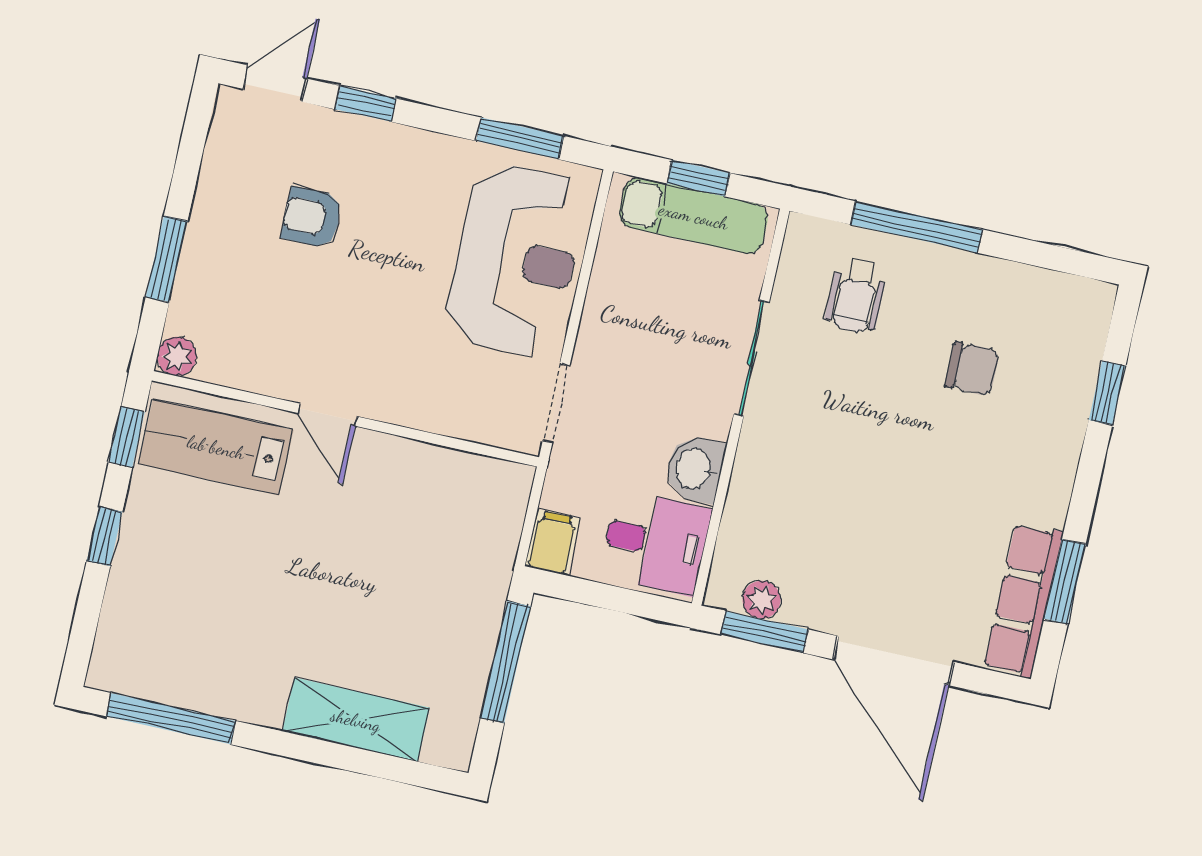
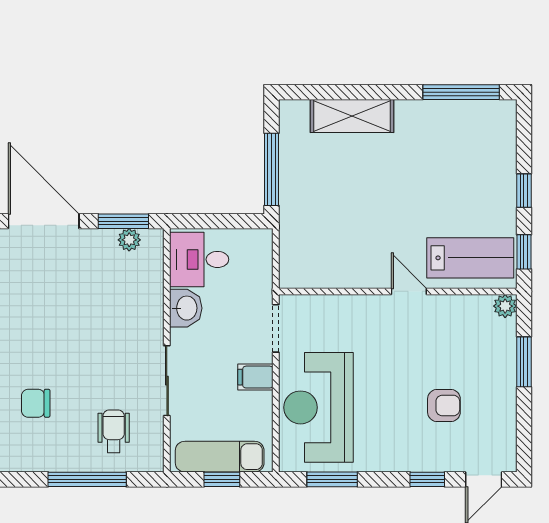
filing cabinet: (552, 542) -> (255, 377), moved, turned 90

